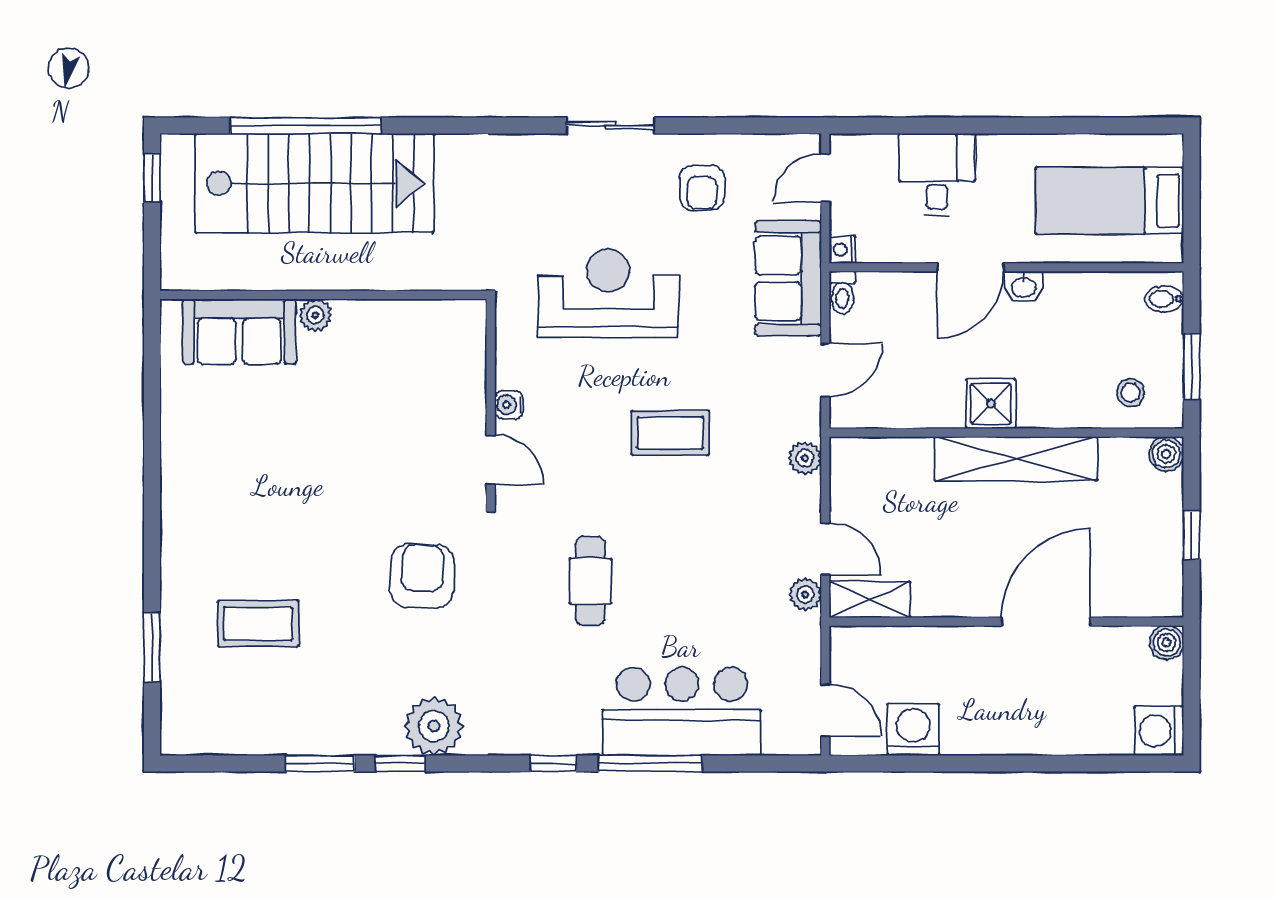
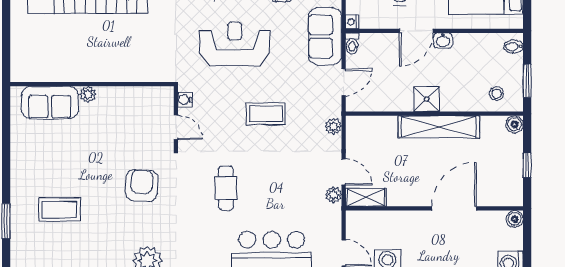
wall: (323, 295) -> (92, 84), moved
plant: (315, 315) -> (88, 94), moved
sofa: (239, 332) -> (50, 102), moved

